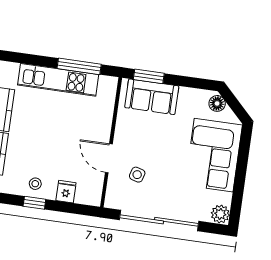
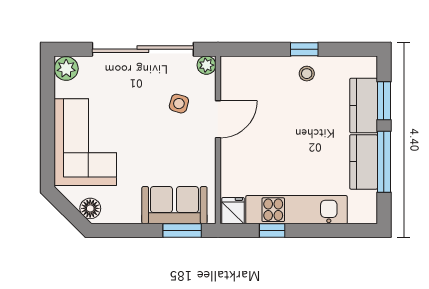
window: (79, 66) -> (272, 231), width x0.46
door: (109, 158) -> (218, 119), hinge flipped
fridge: (66, 192) -> (233, 211), moved, turned 180
plant: (112, 201) -> (206, 65), added

